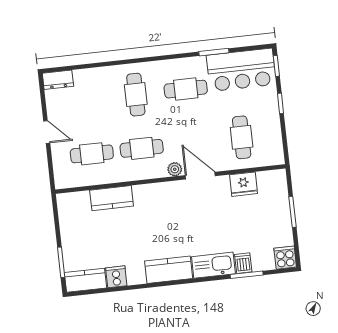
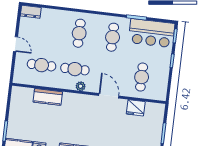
cafe table: (186, 89) -> (113, 37), turned 90
plant: (175, 169) -> (81, 86), moved

